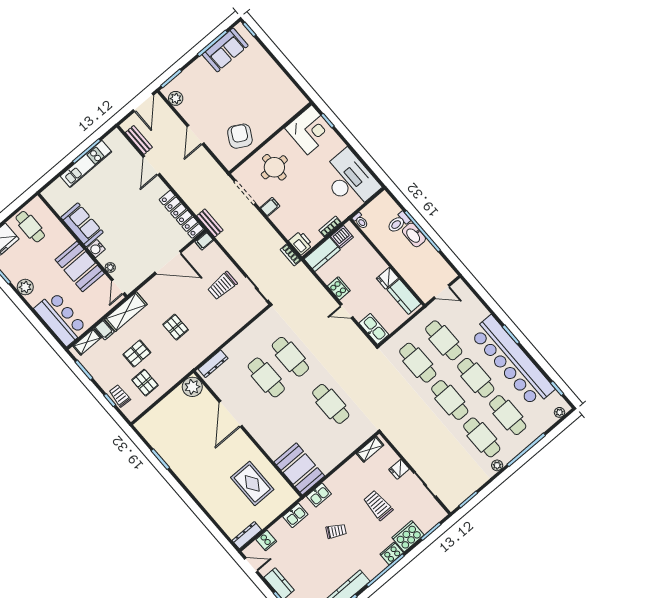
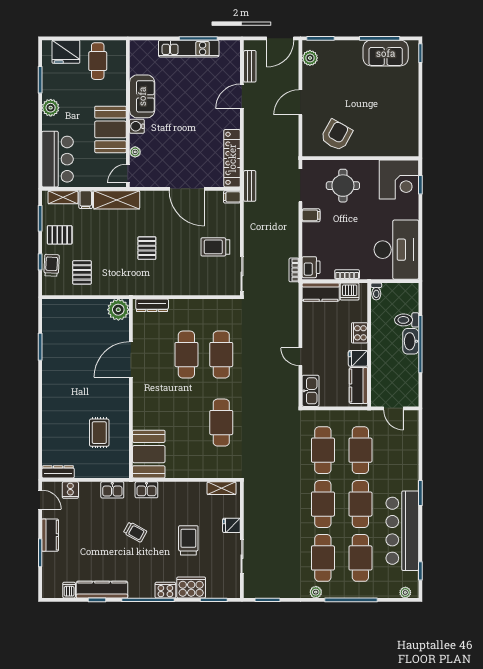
cooker: (339, 288) -> (359, 333), moved, turned 180
pallet: (137, 353) -> (60, 235), moved
bar counter: (512, 361) -> (402, 531), width x0.73
rug: (252, 483) -> (99, 433), width x0.73, depth x0.70

